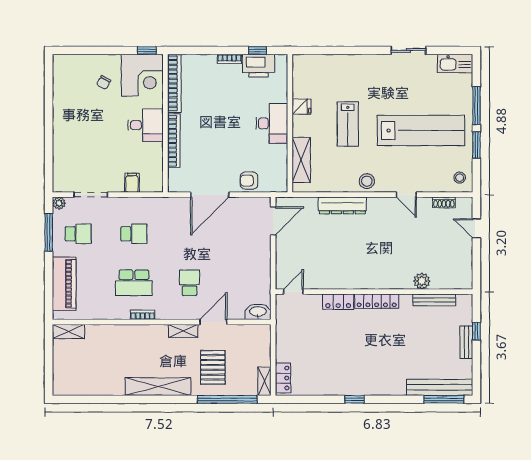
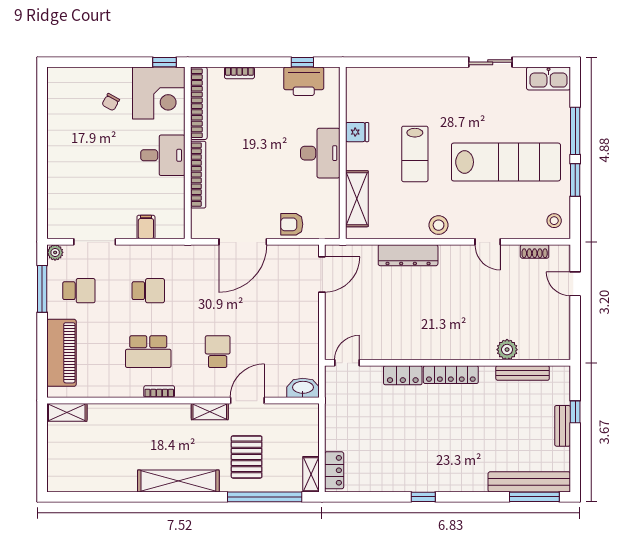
bookcase: (229, 59) -> (239, 73), moved

